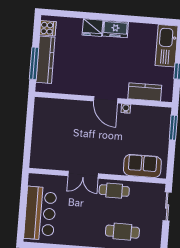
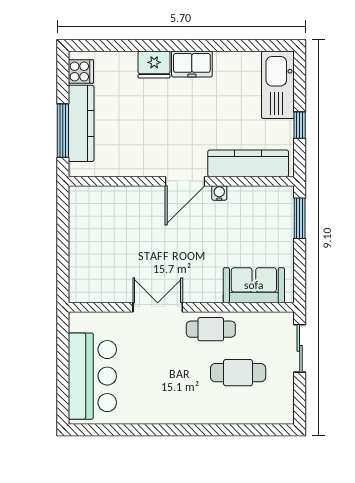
kitchen counter: (145, 92) -> (248, 163), width x1.50
door: (106, 100) -> (185, 181), hinge flipped
double door: (83, 175) -> (158, 307), swing flipped
cafe table: (122, 232) -> (238, 373), moved

